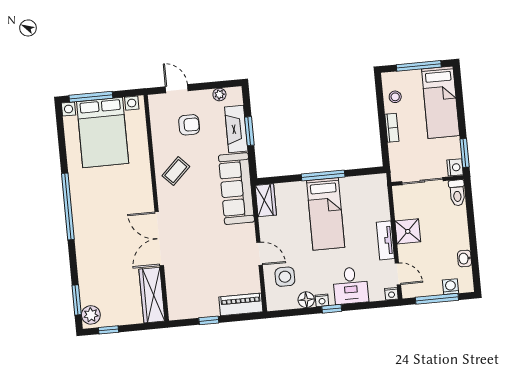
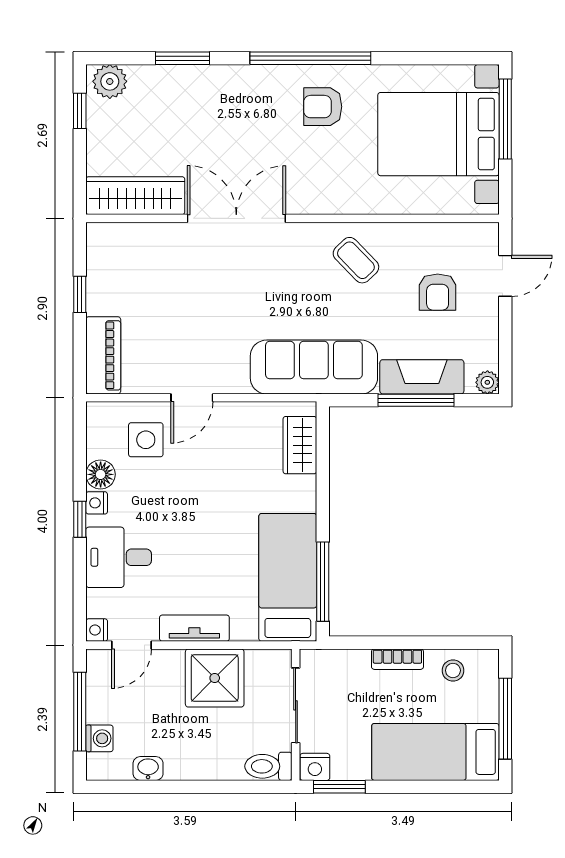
plant: (219, 95) -> (487, 382), moved
window: (249, 131) -> (416, 400), width x1.44
window: (323, 175) -> (323, 582), moved
armchair: (94, 197) -> (323, 107), added
wardrobe: (266, 200) -> (300, 445), moved, turned 90
bed: (326, 214) -> (288, 577), moved, turned 90
shower: (408, 231) -> (215, 678), width x1.36, depth x1.36
window: (77, 300) -> (182, 58), moved

